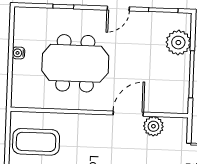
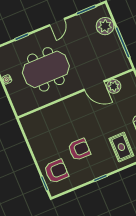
door: (128, 114) -> (94, 86), swing flipped
coffee table: (36, 142) -> (44, 131), removed

